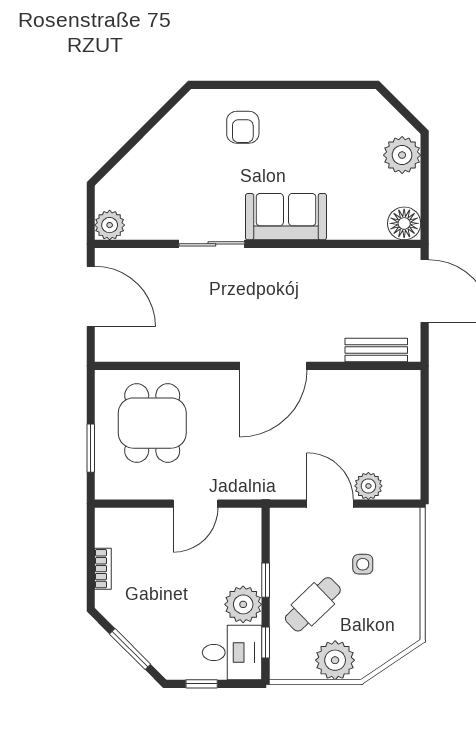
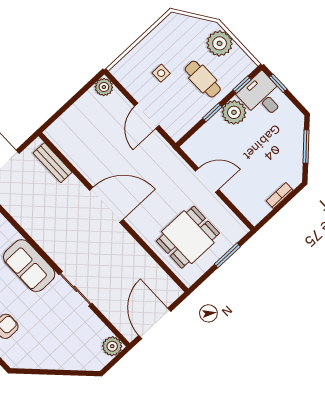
plant: (368, 486) -> (104, 87), moved
cafe table: (313, 604) -> (203, 79), turned 44
window: (202, 684) -> (278, 83), moved

